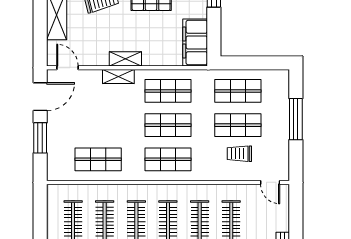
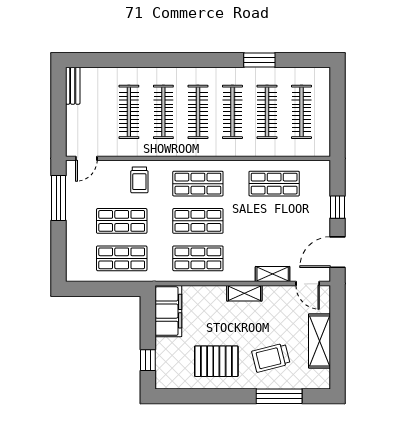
shelving: (118, 76) -> (273, 274), moved
window: (296, 119) -> (58, 198), moved
window: (40, 138) -> (337, 207), width x0.67
trolley: (239, 154) -> (139, 180), moved, turned 90
door: (270, 182) -> (86, 158), swing flipped

